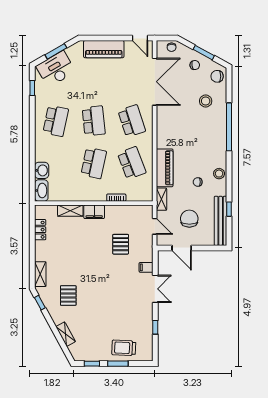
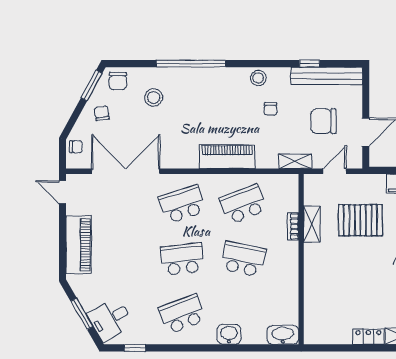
door: (140, 38) -> (63, 192), swing flipped
window: (204, 53) -> (92, 85), moved
desk: (56, 69) -> (110, 319), width x0.73
school desk: (56, 121) -> (182, 314), turned -33
piano: (165, 168) -> (227, 157), moved
washbasin: (42, 170) -> (229, 334), moved
shelving: (70, 211) -> (312, 224), moved
filing cabinet: (94, 212) -> (314, 258), removed
locker: (40, 230) -> (368, 336), moved
pallet: (121, 244) -> (360, 220), width x1.50, depth x1.42

